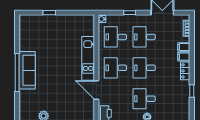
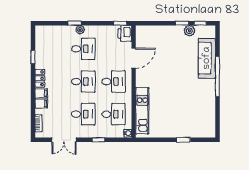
kitchen unit: (88, 58) -> (142, 111), moved
sofa: (27, 70) -> (207, 58), moved
door: (96, 90) -> (134, 58), hinge flipped

